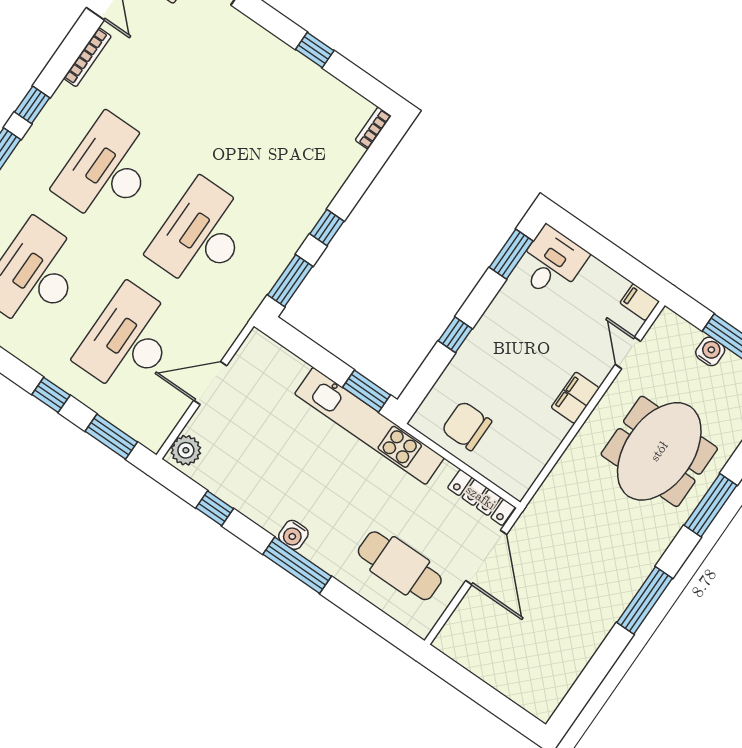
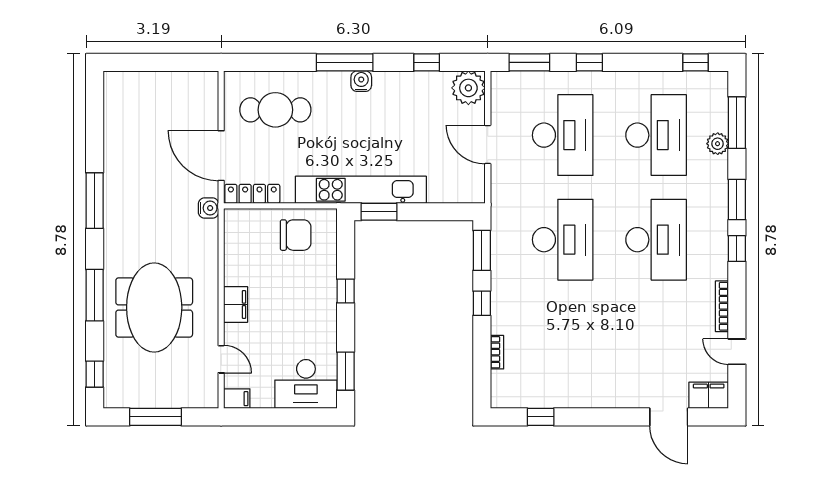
window: (315, 50) -> (541, 417), moved
bookcase: (373, 128) -> (497, 352), moved
desk: (551, 263) -> (306, 384), width x1.37
water cooler: (710, 351) -> (209, 208), moved, turned -90
door: (210, 383) -> (488, 144), swing flipped
plant: (186, 450) -> (468, 88), width x1.36, depth x1.36

